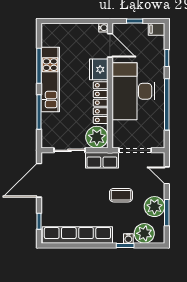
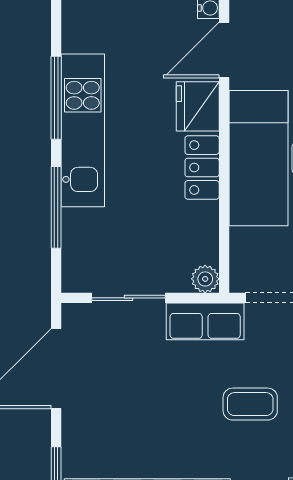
door: (110, 45) -> (224, 50), swing flipped
locker: (101, 103) -> (202, 167), width x0.66
plant: (97, 137) -> (205, 279), width x0.53, depth x0.53

